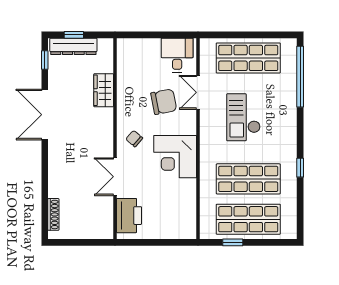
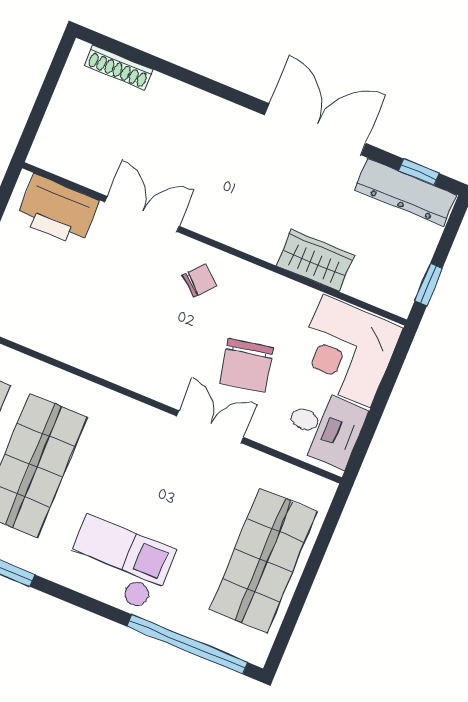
window: (74, 35) -> (429, 284), moved
dresser: (73, 46) -> (406, 192), moved, turned -90
double door: (198, 92) -> (210, 427), moved
checkout: (243, 117) -> (119, 563), moved
corner desk: (175, 157) -> (347, 351), moved, turned -90

